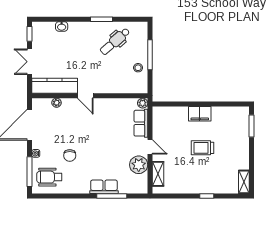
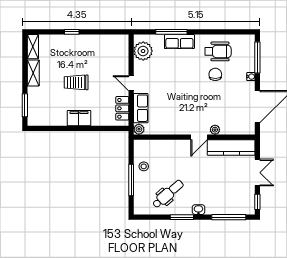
window: (57, 19) -> (229, 217), added
washbasin: (62, 26) -> (198, 210), moved
door: (85, 96) -> (199, 137), swing flipped
plant: (57, 103) -> (215, 130), moved
locker: (158, 123) -> (122, 108), added
trolley: (202, 148) -> (76, 82), turned 180
plant: (139, 165) -> (143, 51), moved
shelving: (158, 174) -> (33, 73), moved
wheelchair: (49, 177) -> (218, 51), moved

